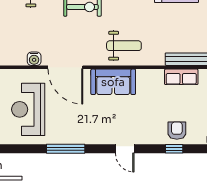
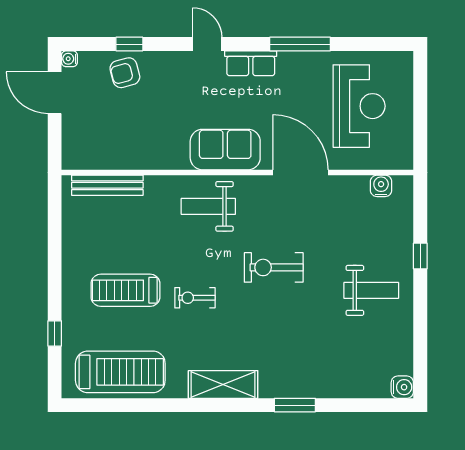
water cooler: (34, 59) -> (381, 186), moved
row of seats: (181, 77) -> (251, 63), moved, turned 180
armchair: (177, 131) -> (125, 73), turned 75

